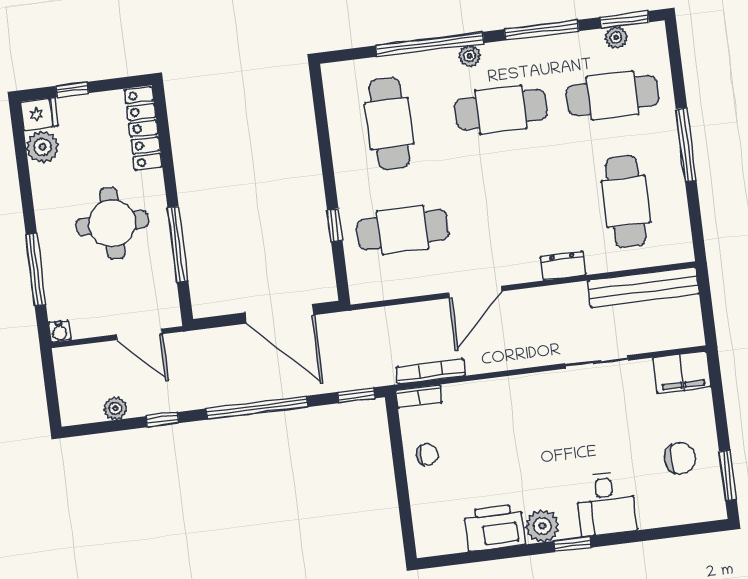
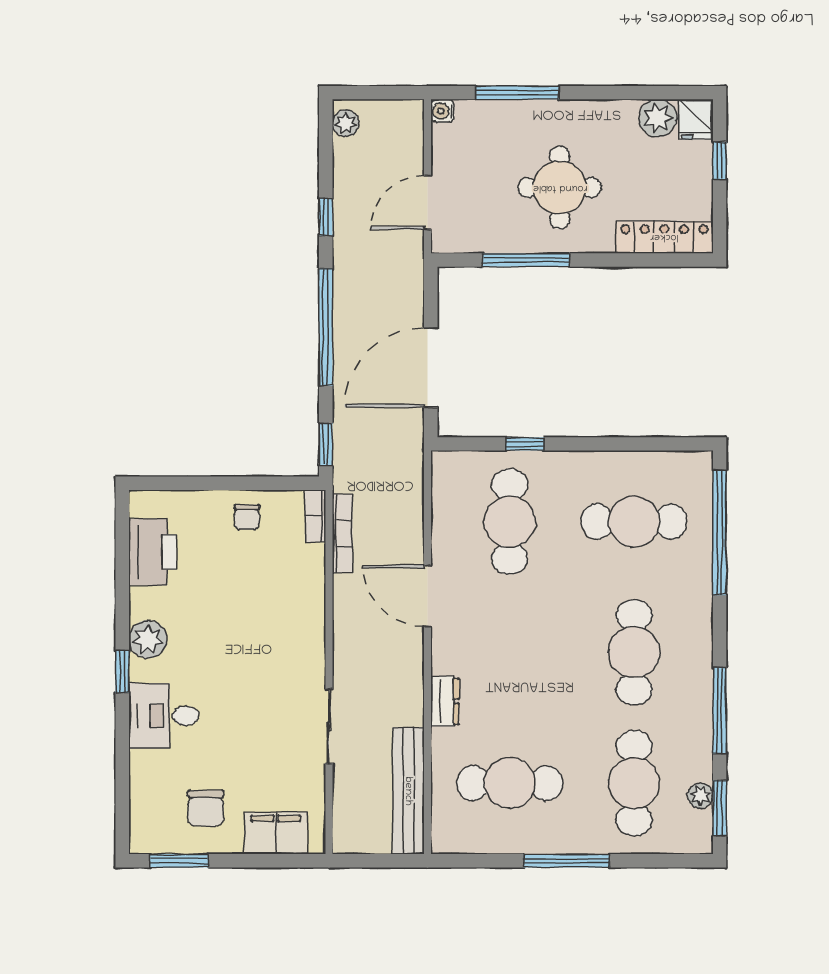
window: (430, 44) -> (720, 533), moved
plant: (469, 56) -> (700, 624), removed
filing cabinet: (682, 372) -> (276, 833), moved, turned 90
plant: (115, 408) -> (346, 123), moved
printer: (495, 528) -> (153, 552), moved

